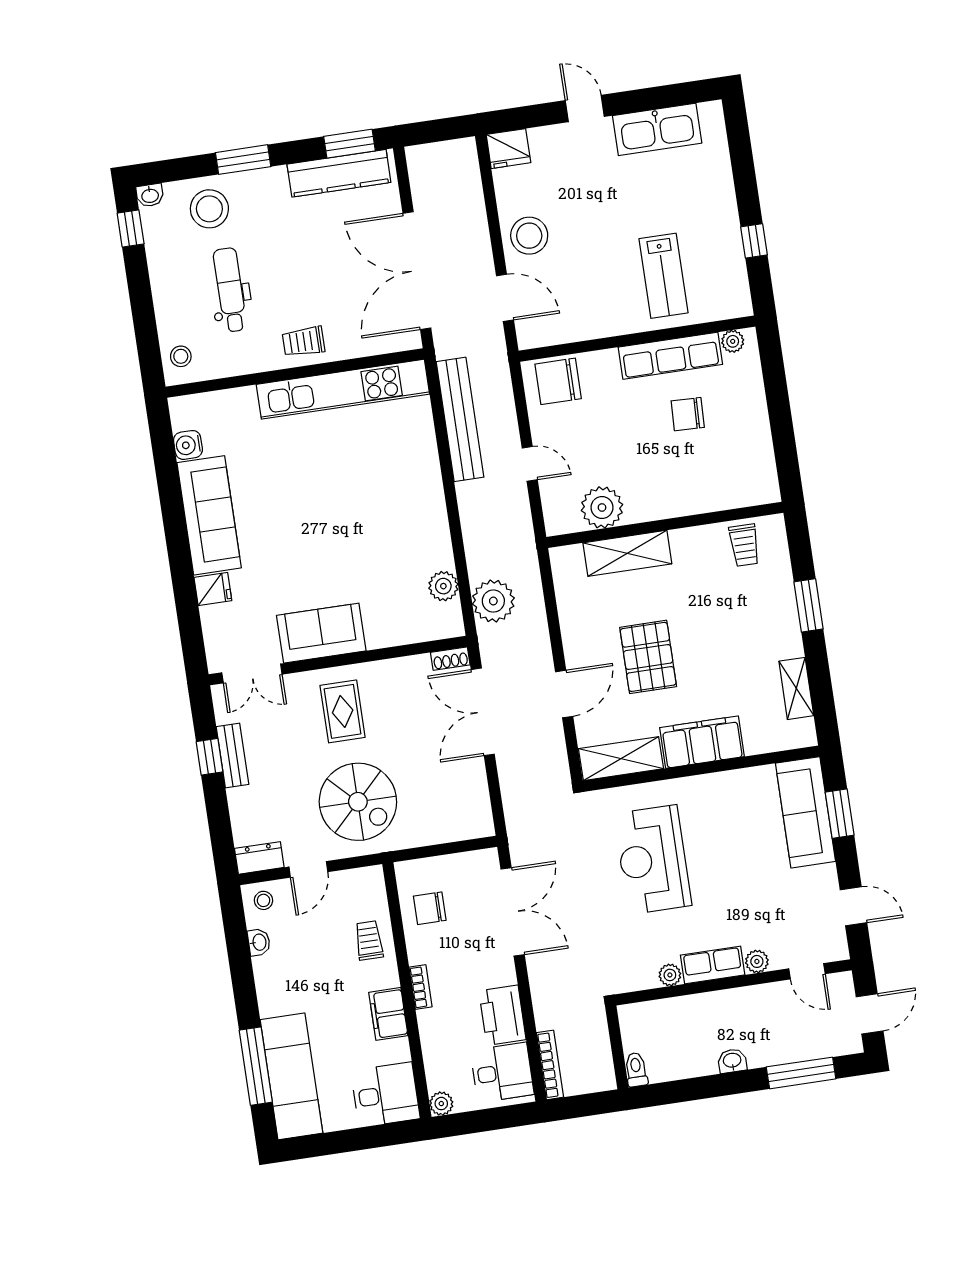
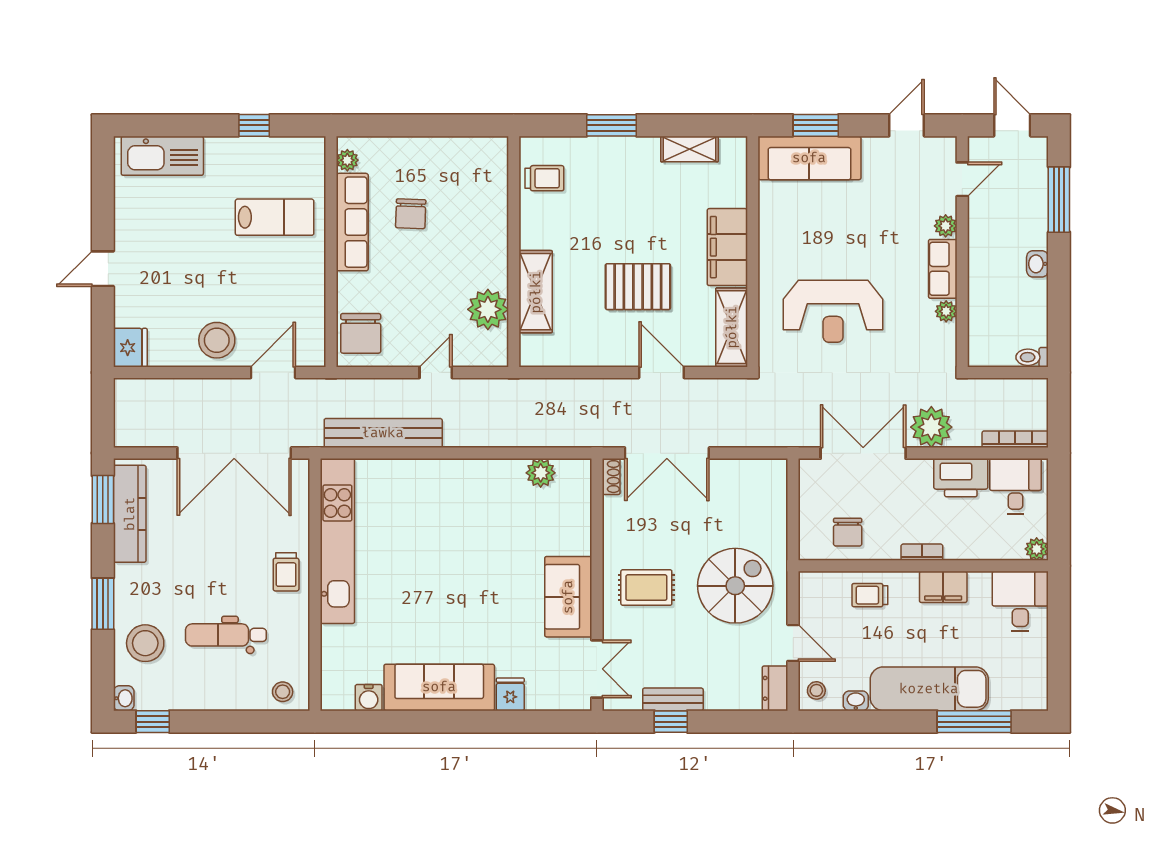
kitchen sink: (657, 129) -> (162, 156), moved, turned 90
plant: (493, 601) -> (931, 427), moved
exam couch: (291, 1076) -> (929, 689), moved

